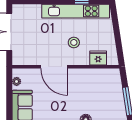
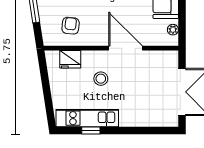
kitchen unit: (76, 11) -> (87, 118), width x0.73
armchair: (98, 85) -> (71, 26), added

